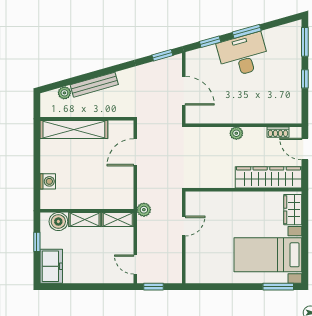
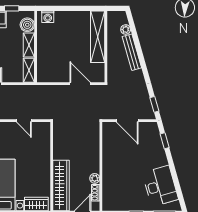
window: (247, 31) -> (173, 169), removed
desk: (243, 55) -> (160, 186), moved
door: (184, 91) -> (127, 121), hinge flipped
plant: (236, 133) -> (95, 178), moved
washing machine: (48, 181) -> (48, 17), moved
plant: (144, 210) -> (36, 90), removed

